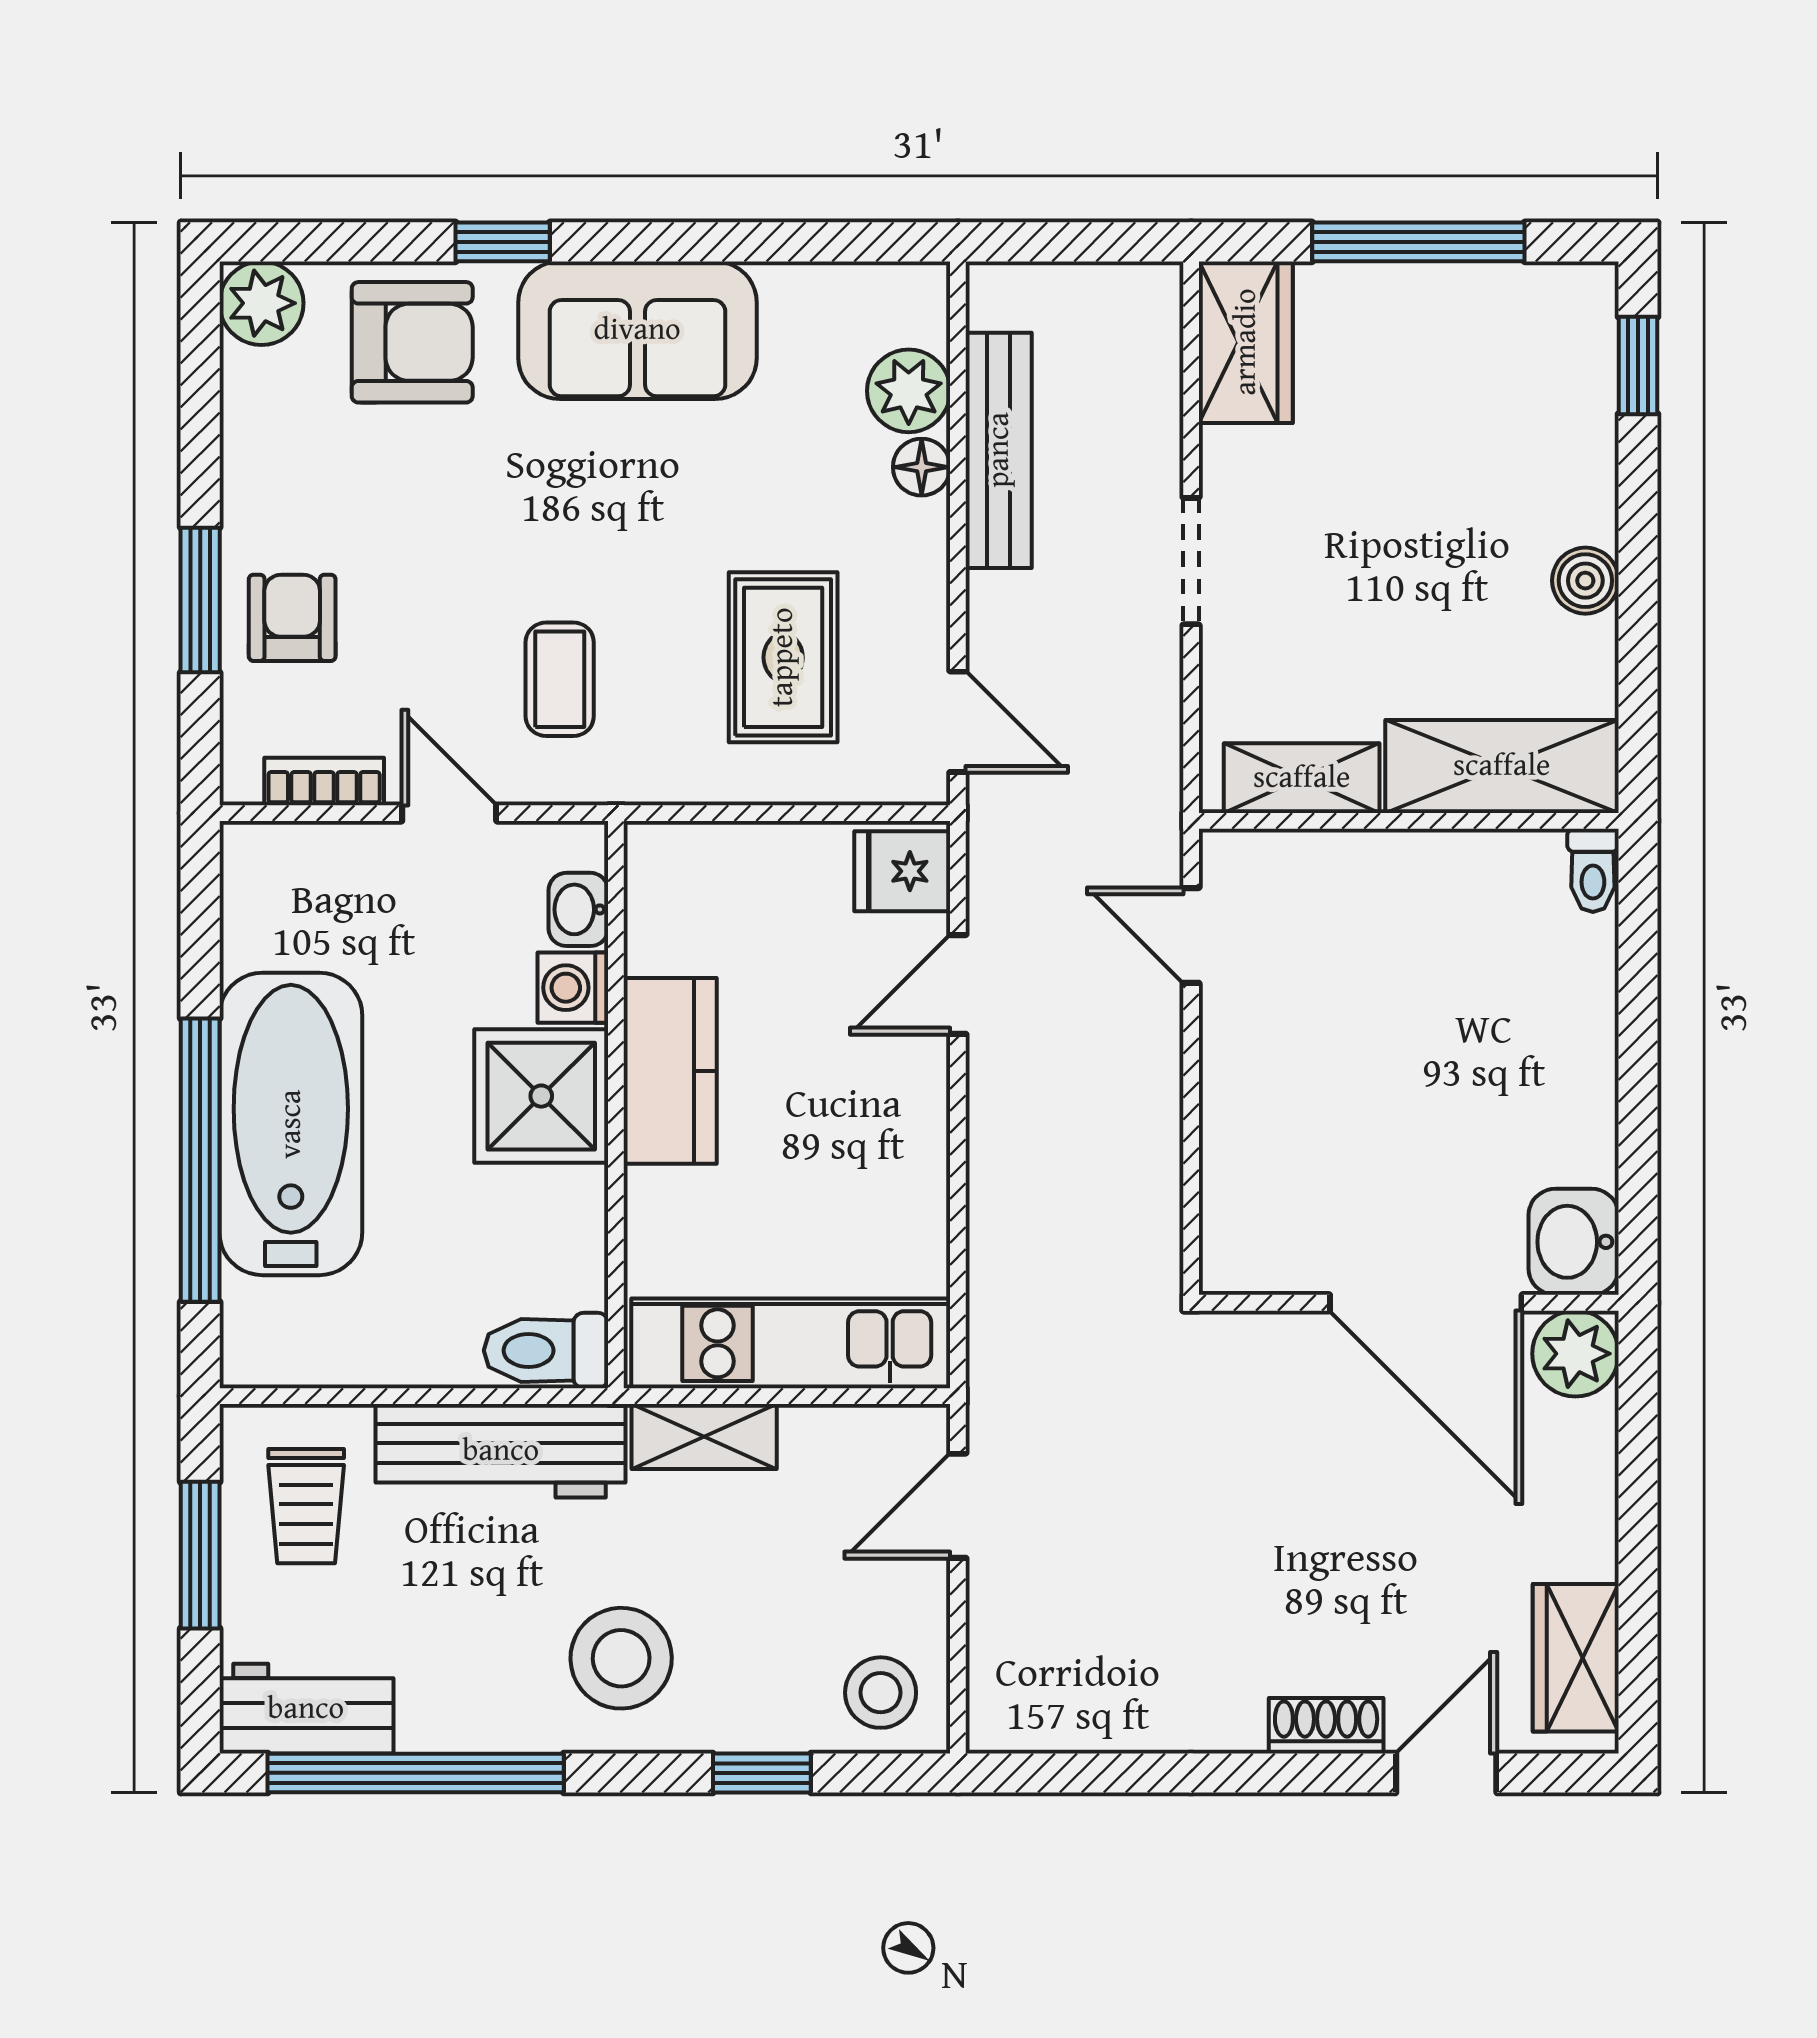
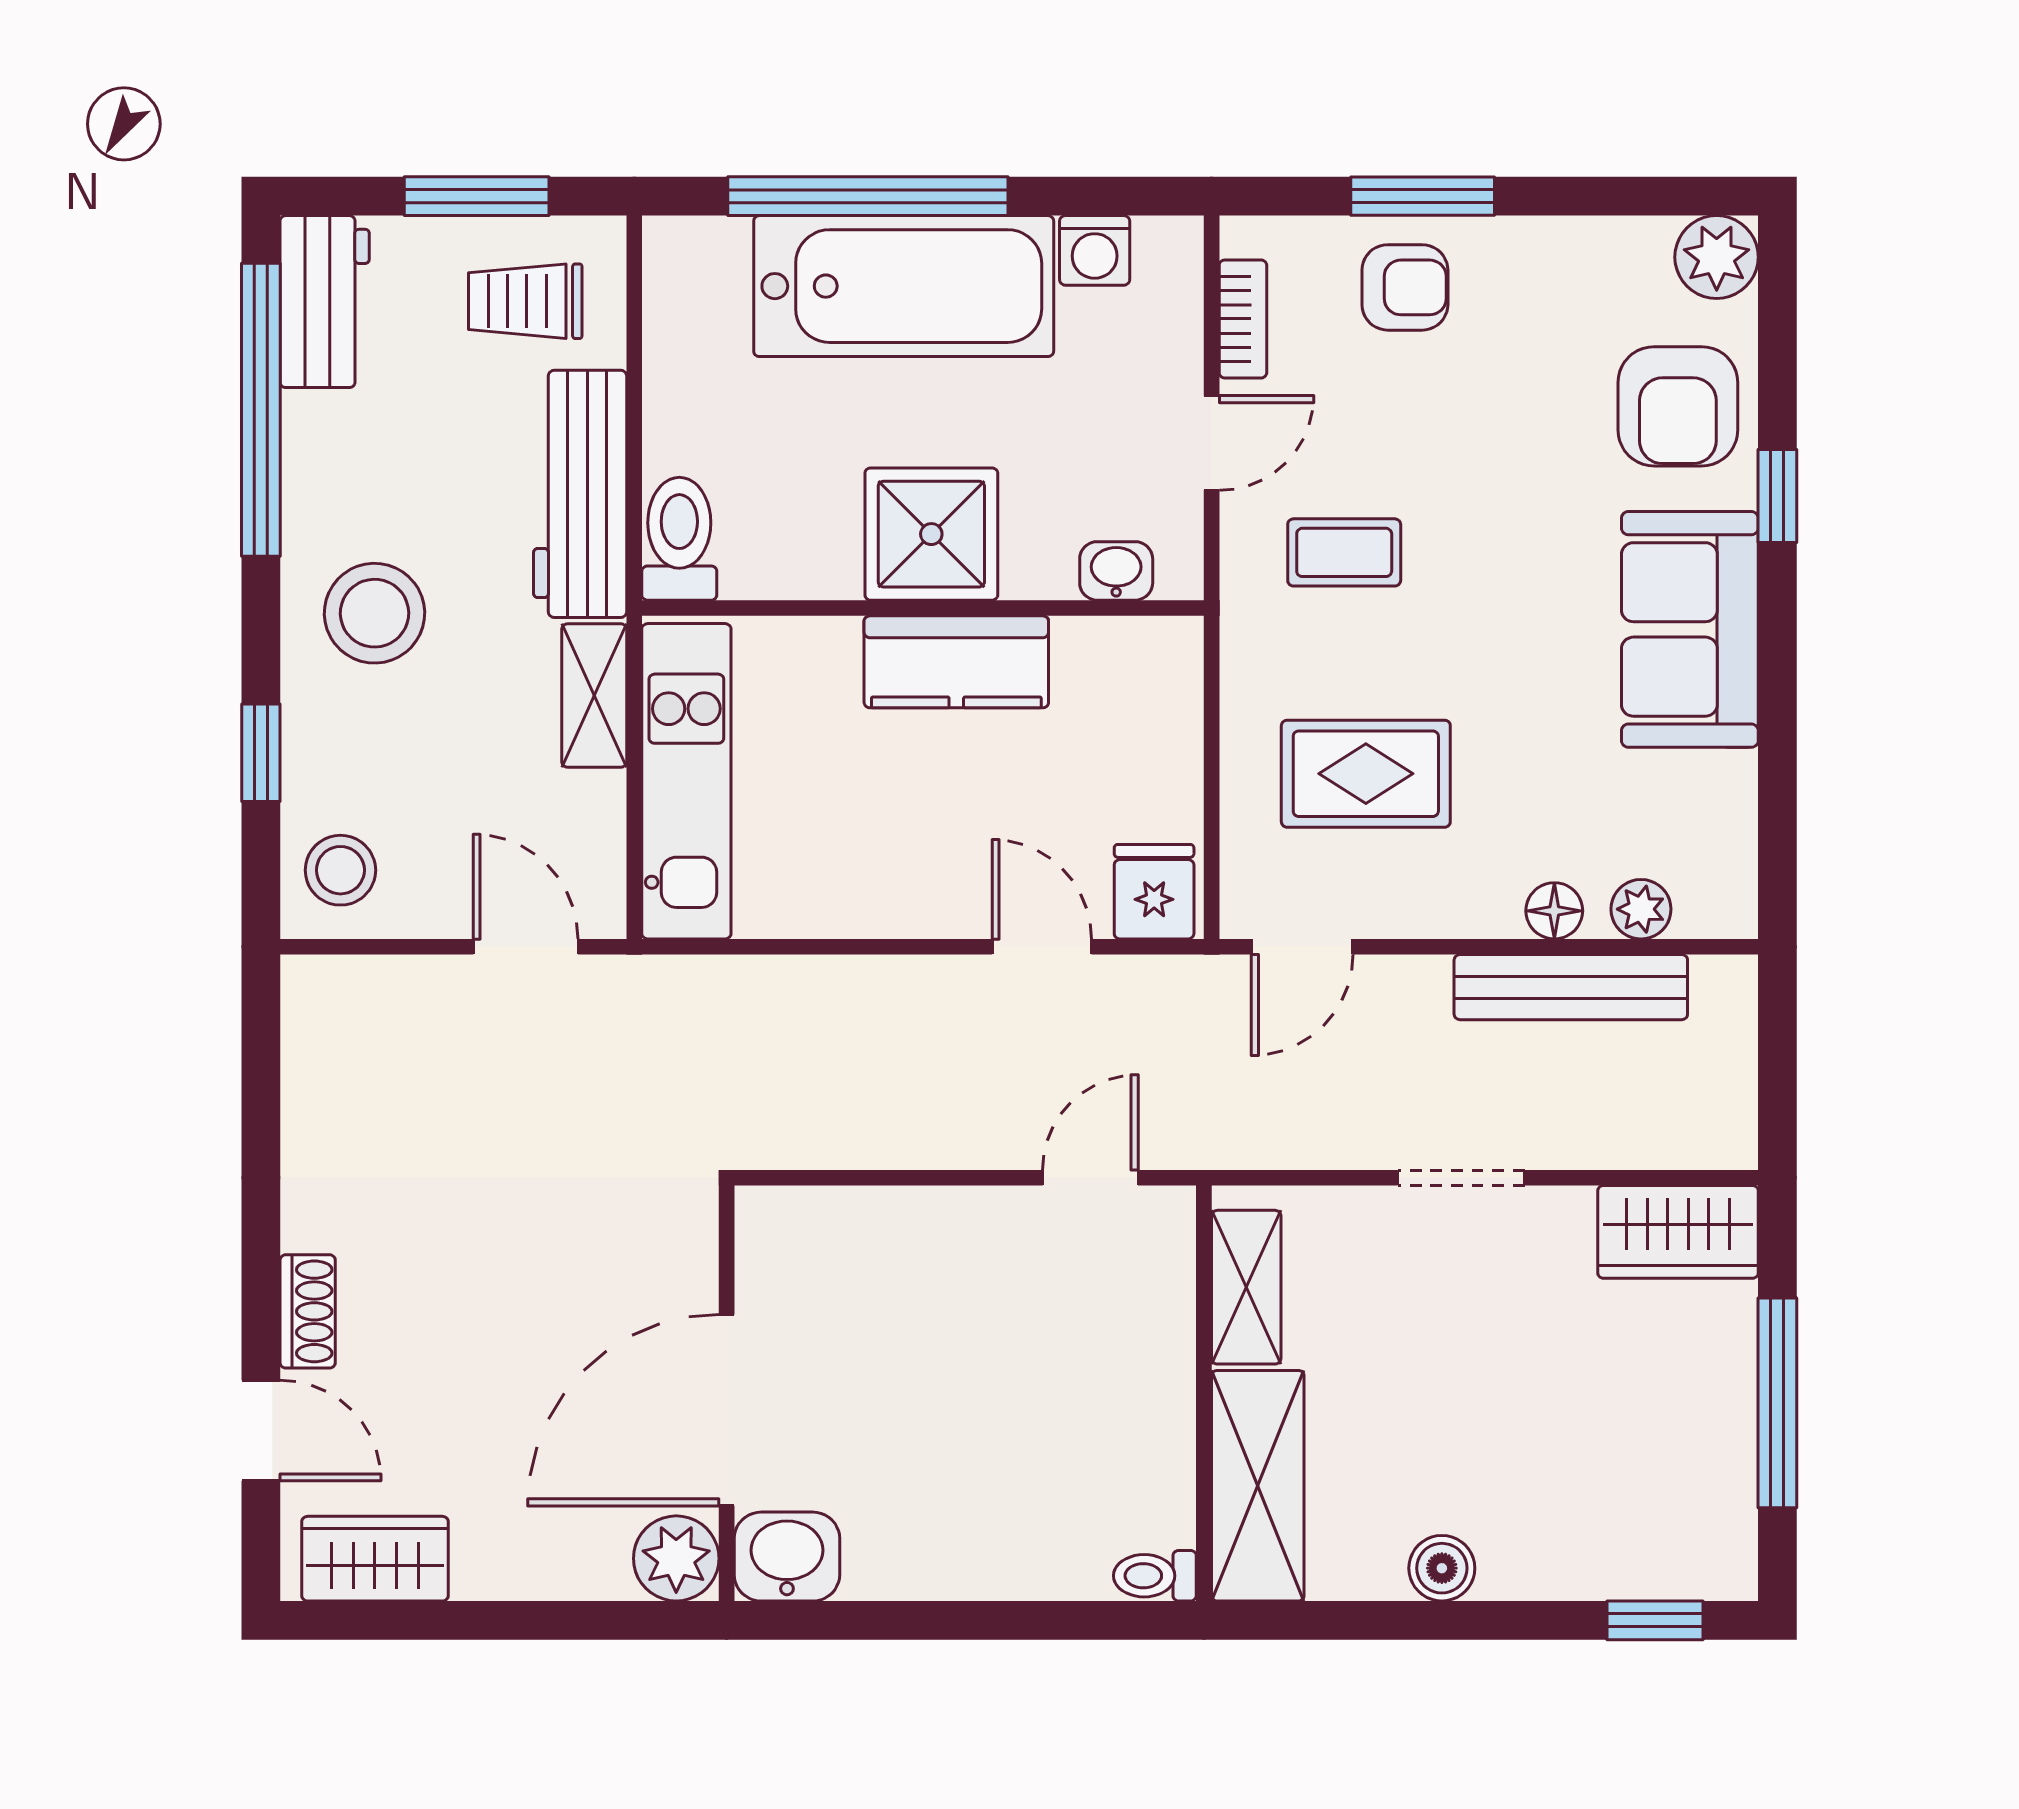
plant: (909, 391) -> (1641, 909), width x0.73, depth x0.73
washing machine: (573, 988) -> (1095, 250), moved, turned 180

